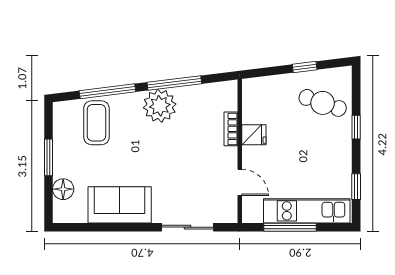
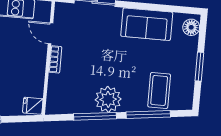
bookcase: (231, 129) -> (55, 59), moved
fridge: (254, 135) -> (33, 106), moved
floor lamp: (63, 189) -> (191, 27), moved

